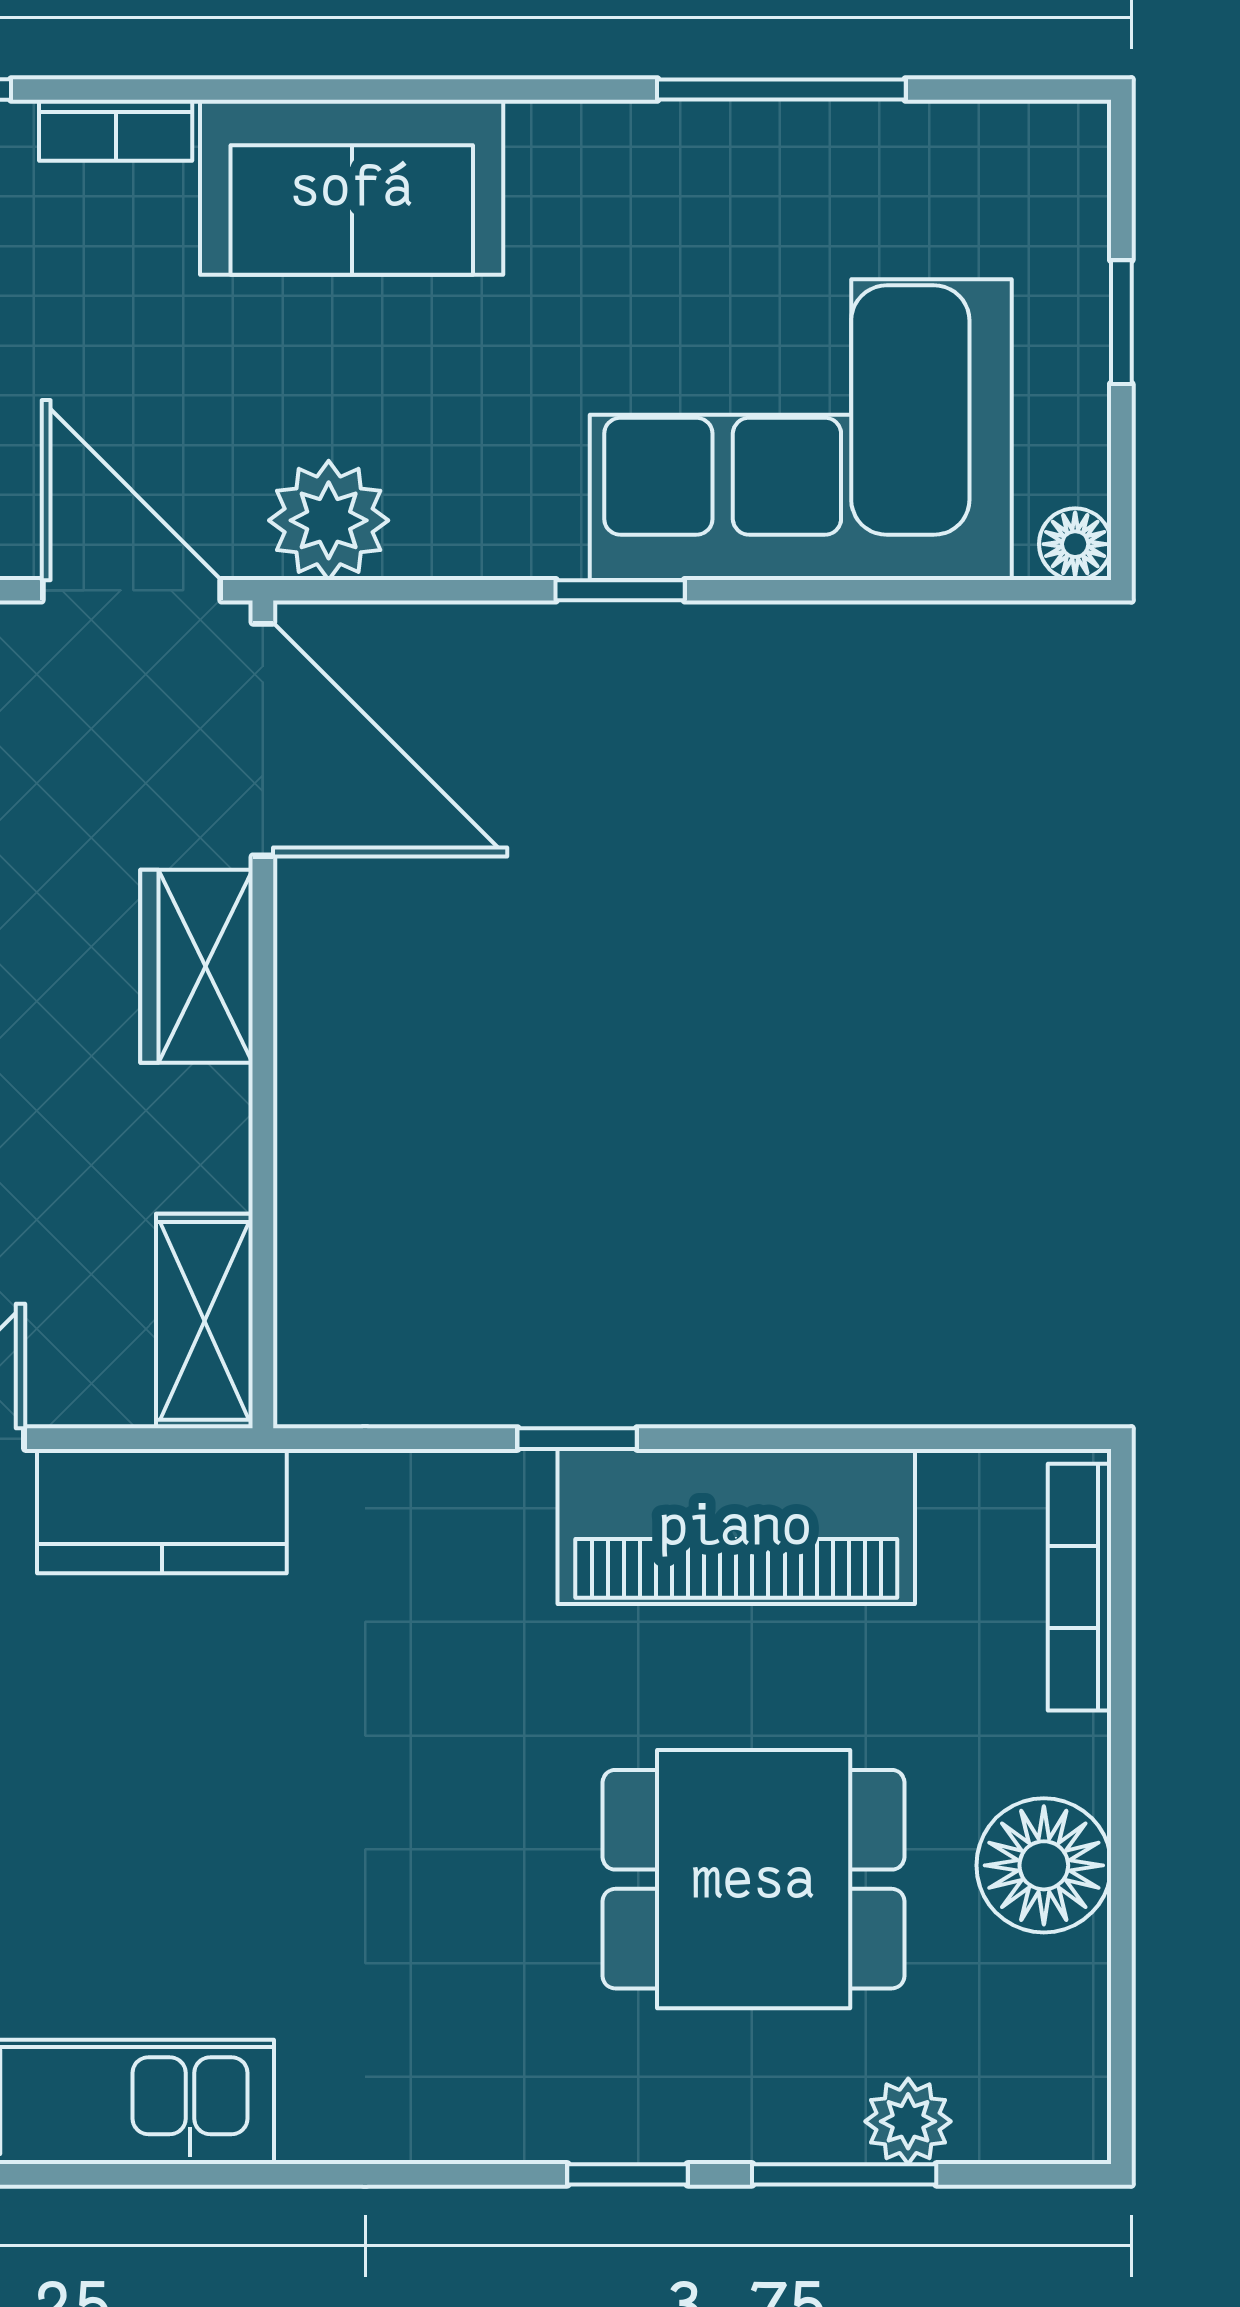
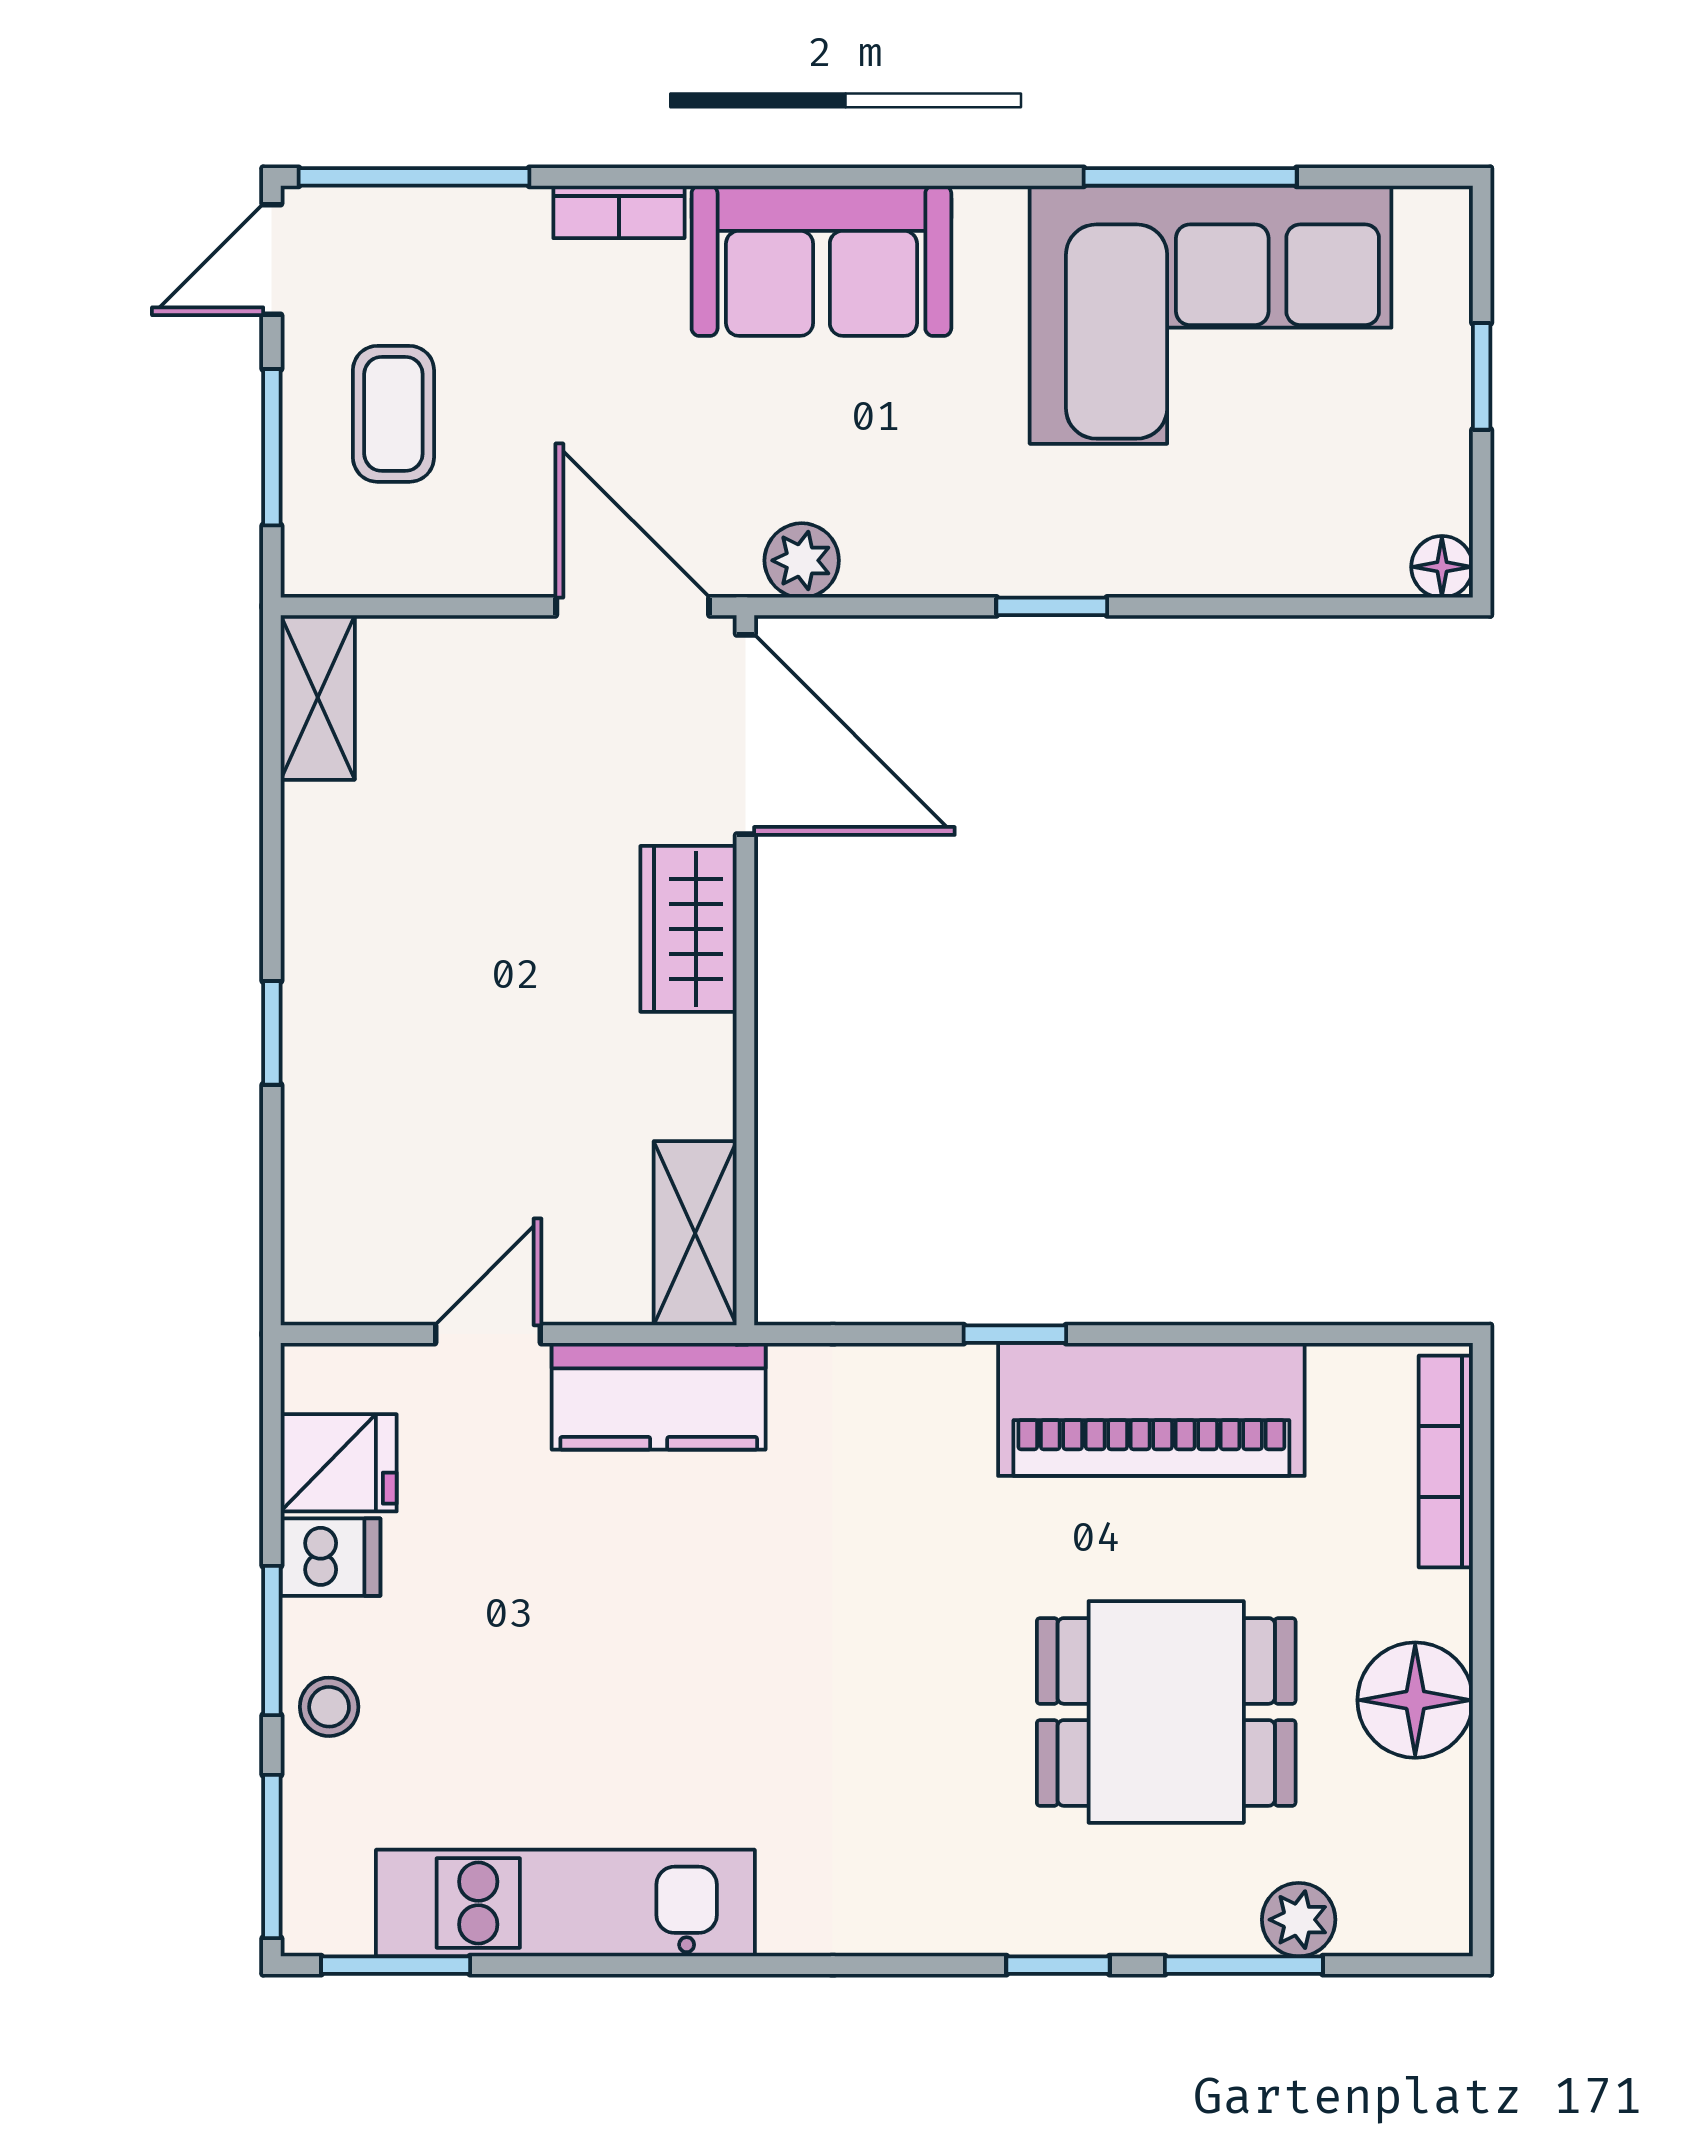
corner sofa: (801, 430) -> (1211, 315), moved, turned 180
plant: (329, 520) -> (802, 560), width x0.73, depth x0.73

